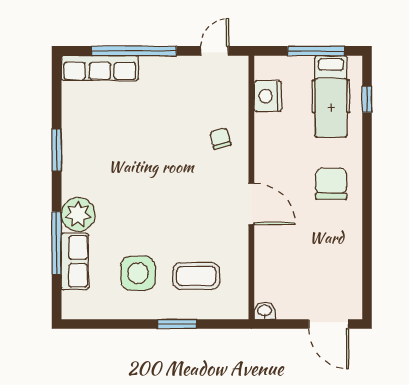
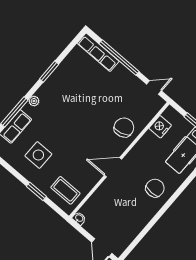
chair: (220, 139) -> (124, 128), width x1.87, depth x1.87
door: (251, 204) -> (113, 167), swing flipped
plant: (78, 214) -> (34, 101), width x0.53, depth x0.53
coffee table: (196, 276) -> (65, 190), moved

